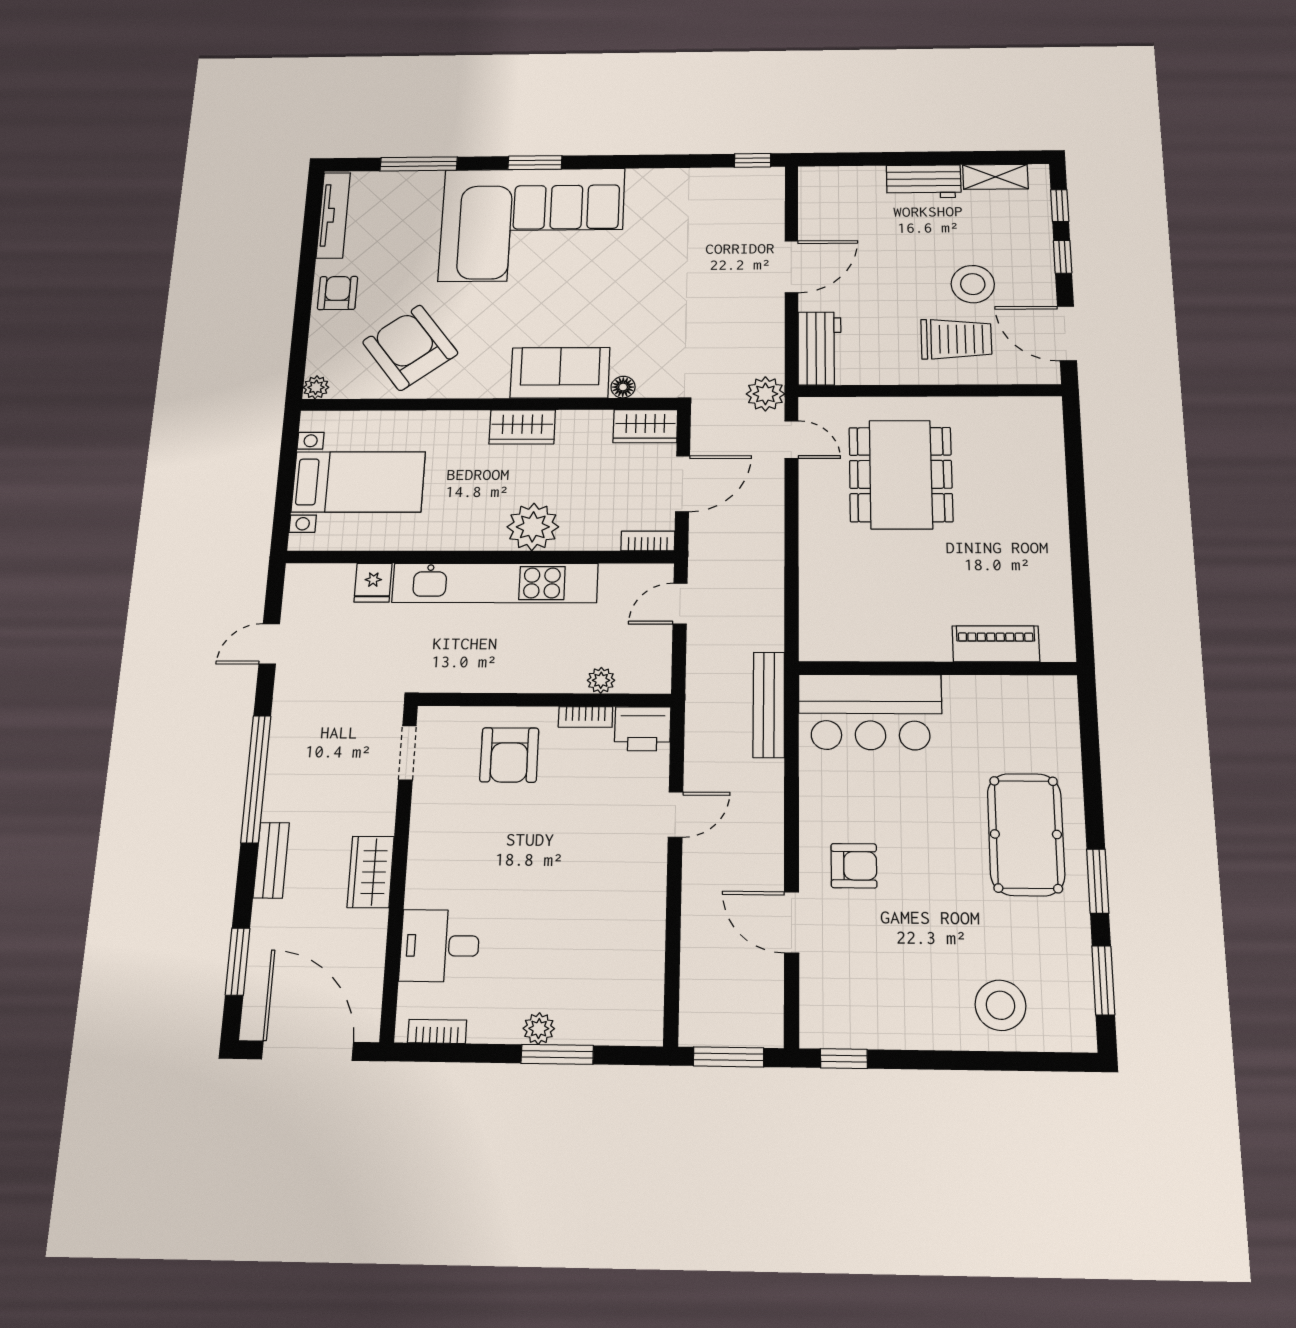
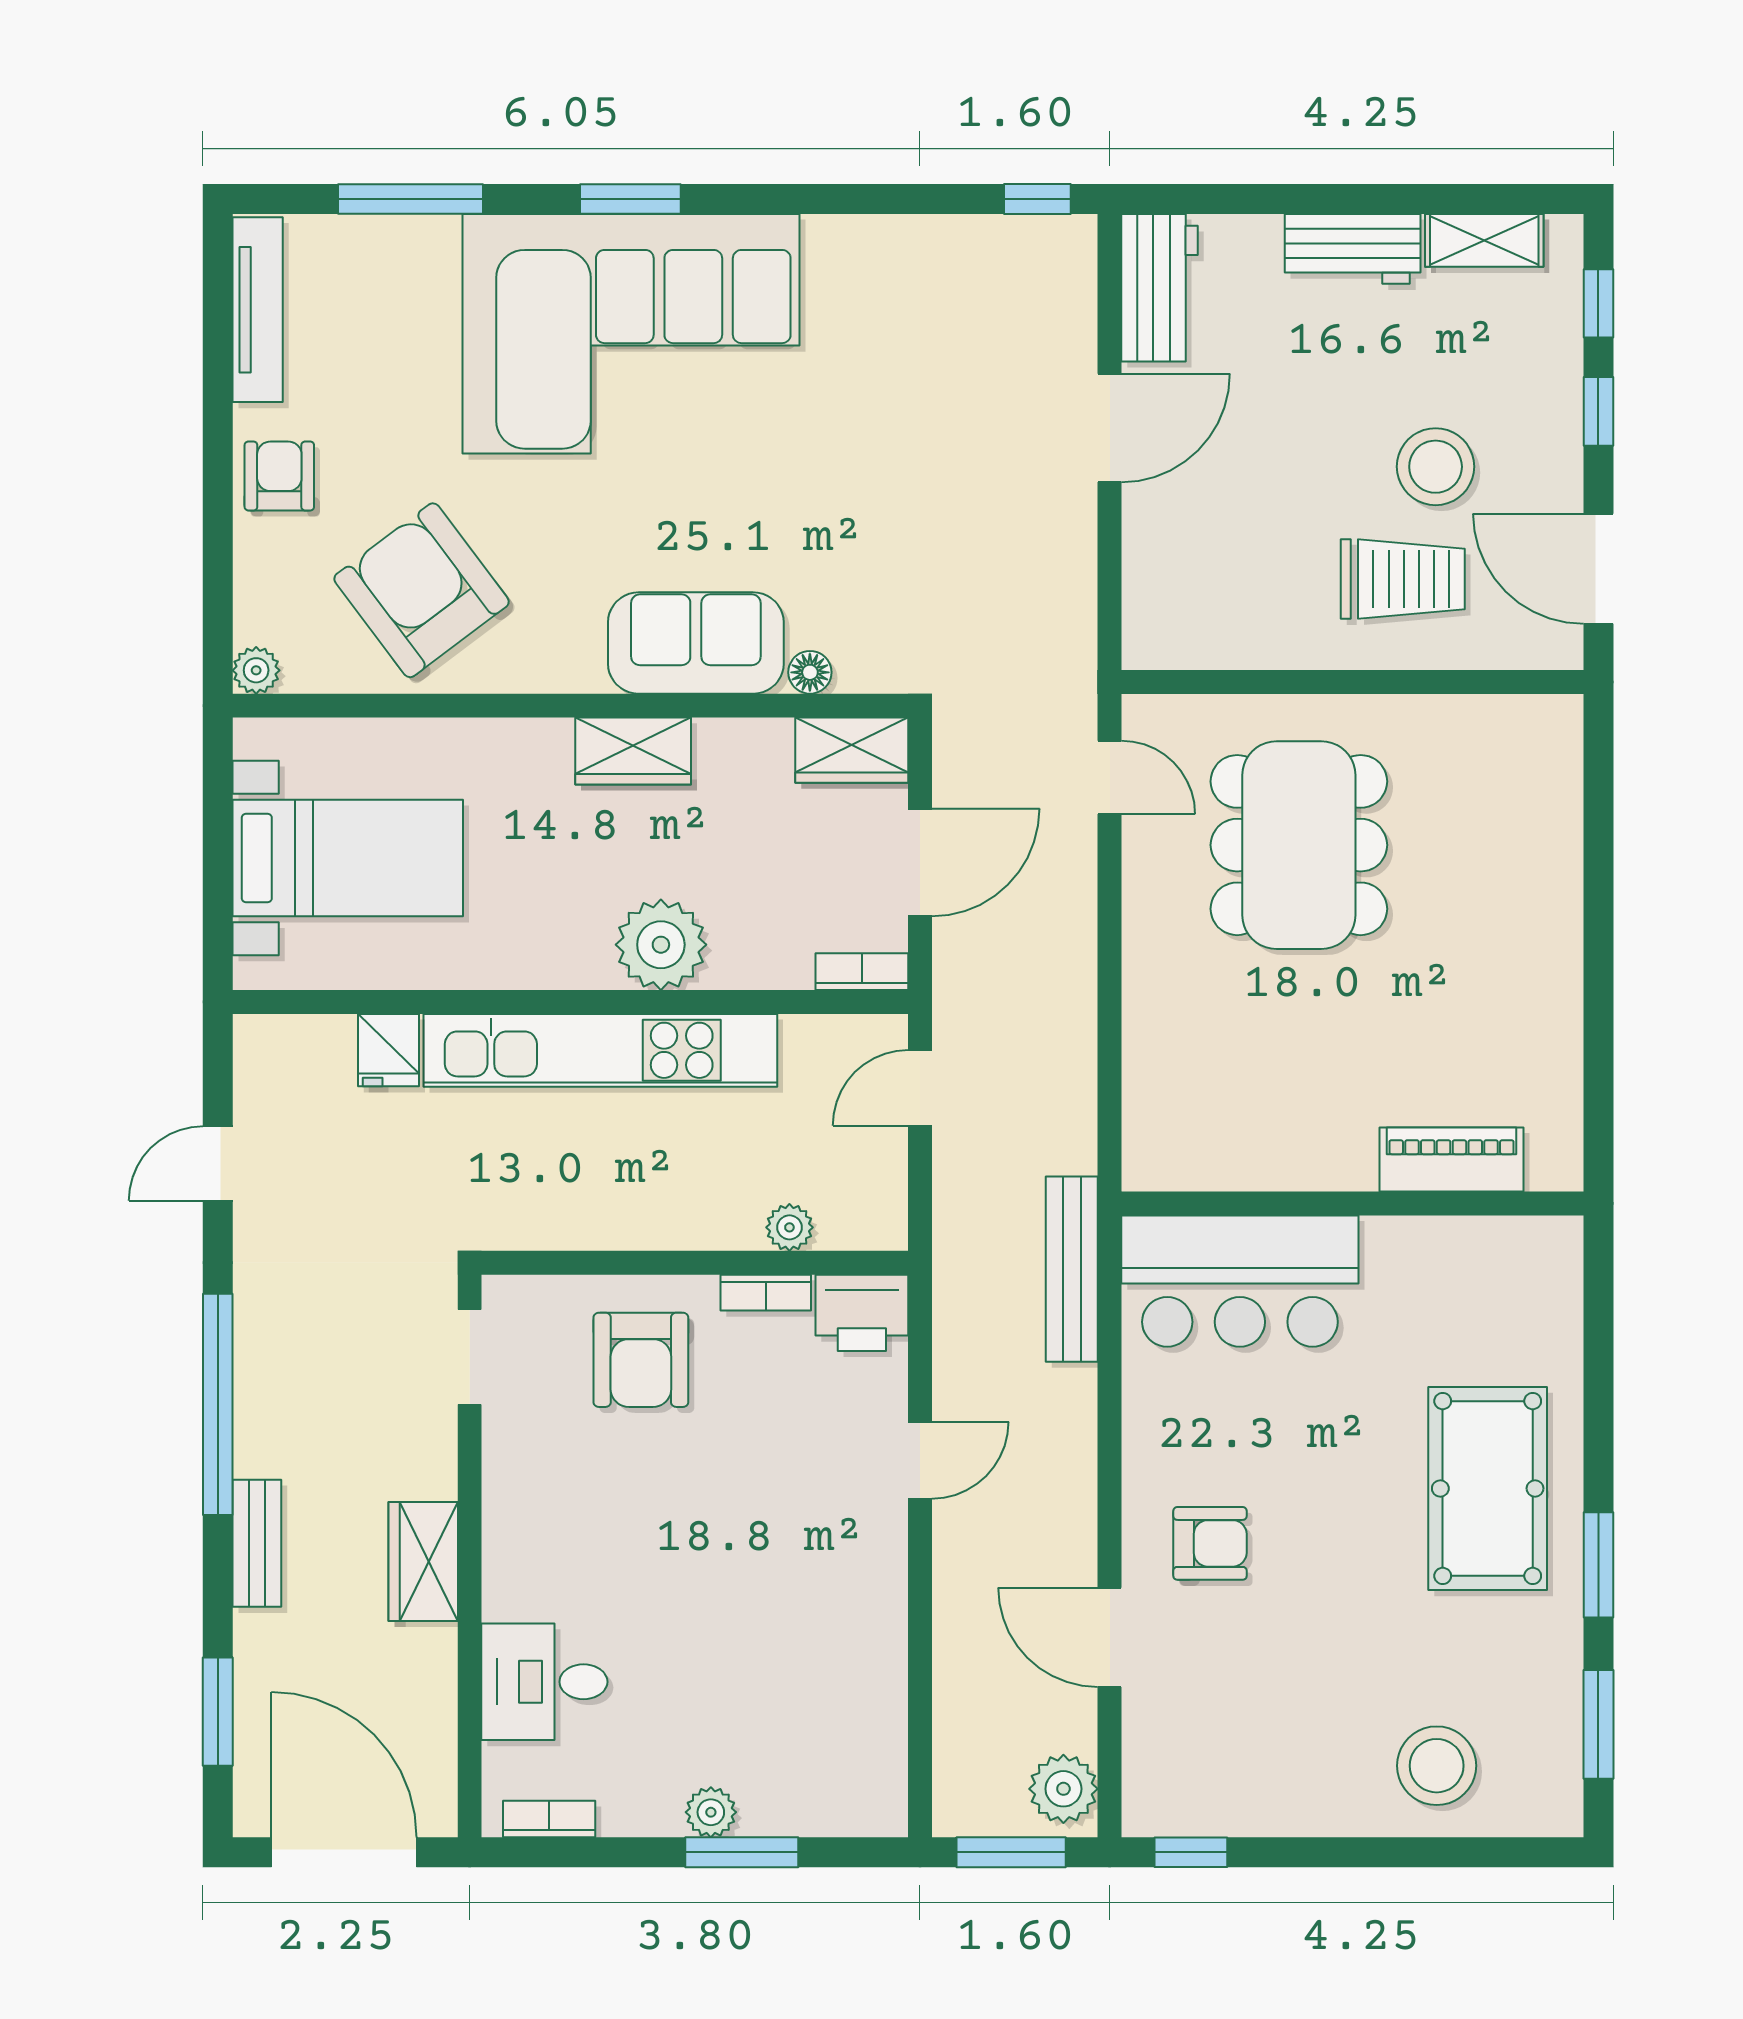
workbench: (820, 348) -> (1160, 288), moved
plant: (765, 394) -> (1063, 1789), moved

